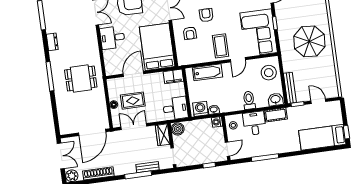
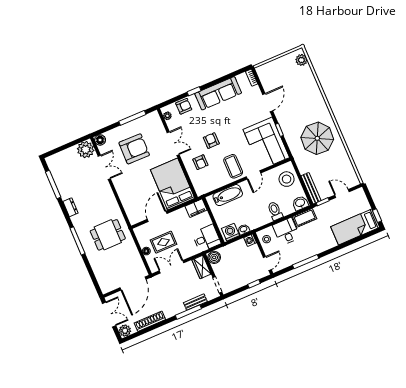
desk: (112, 38) -> (127, 187), removed

